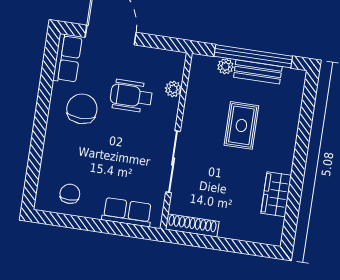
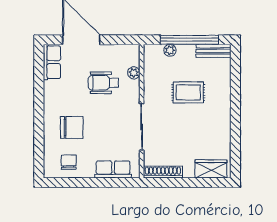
bench: (258, 72) -> (213, 51), moved
chair: (82, 109) -> (72, 127), moved, turned 90
rug: (241, 125) -> (188, 92), turned 90
wardrobe: (276, 194) -> (211, 169), moved, turned 90

